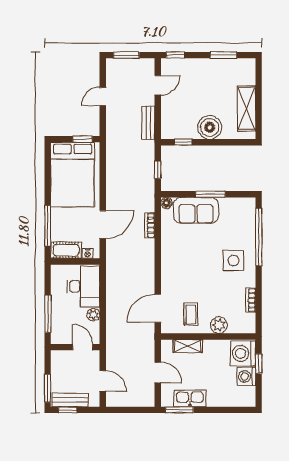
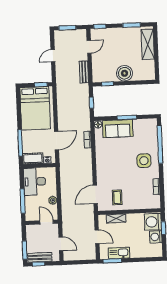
shelving: (247, 108) -> (148, 44), moved
desk: (83, 286) -> (35, 182), moved, turned 180
plant: (219, 325) -> (136, 204), removed

